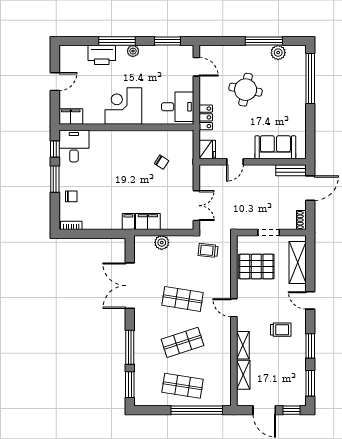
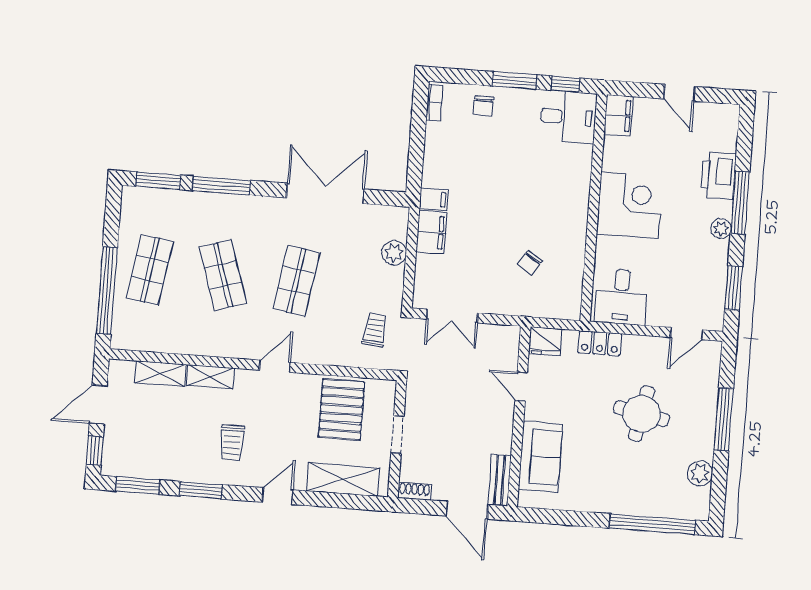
window: (264, 41) -> (724, 419), moved

